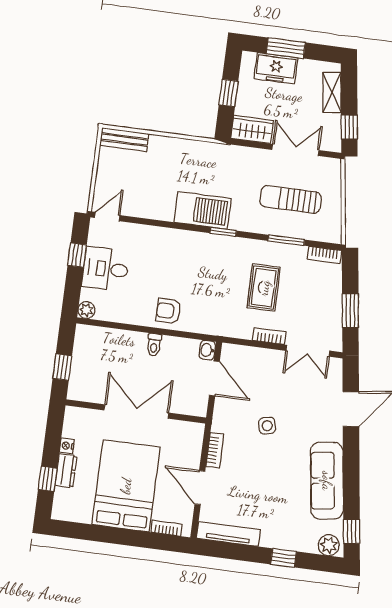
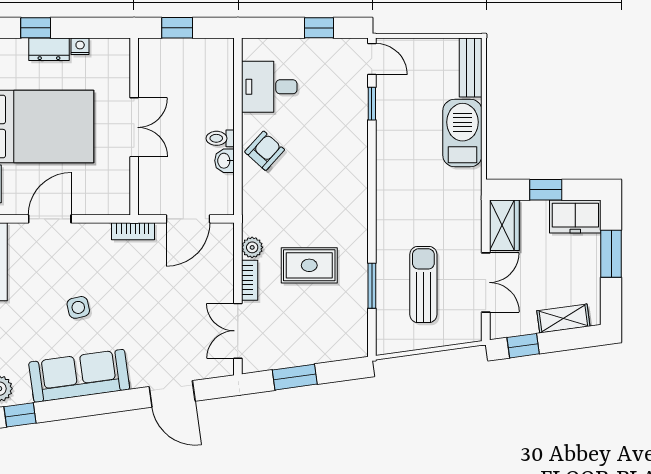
freezer: (276, 68) -> (575, 217), moved, turned -90
barbecue: (203, 210) -> (462, 133), moved, turned 180
window: (223, 232) -> (372, 104), moved
bookcase: (324, 255) -> (360, 336), removed
desk: (106, 269) -> (269, 87), moved, turned -90
plant: (86, 310) -> (252, 247), moved
armchair: (168, 311) -> (265, 151), turned 42
washbasin: (207, 350) -> (224, 161), moved, turned -90
double door: (136, 412) -> (134, 127), width x0.73
side table: (267, 426) -> (78, 307), moved
bookcase: (215, 450) -> (133, 231), moved

